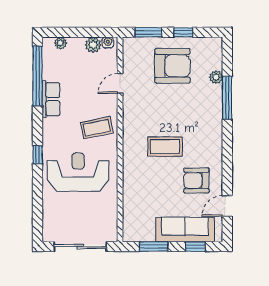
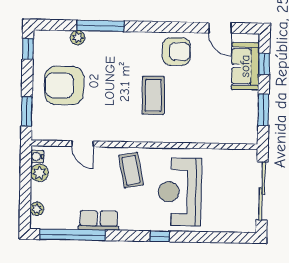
window: (183, 32) -> (28, 49), moved
armchair: (173, 66) -> (64, 85), turned -90
armchair: (196, 180) -> (176, 51), moved, turned -90
sofa: (185, 230) -> (245, 66), width x0.73

